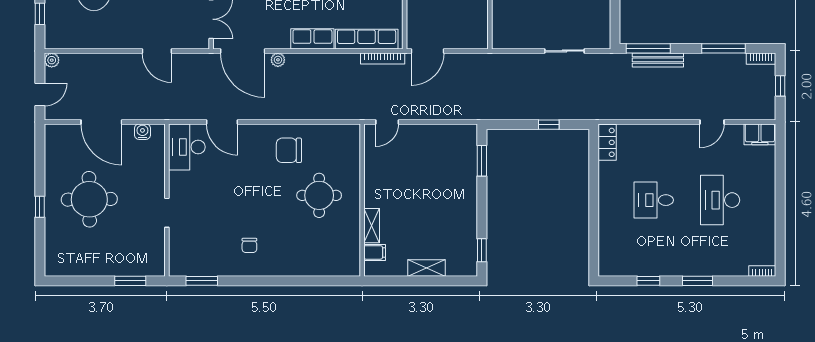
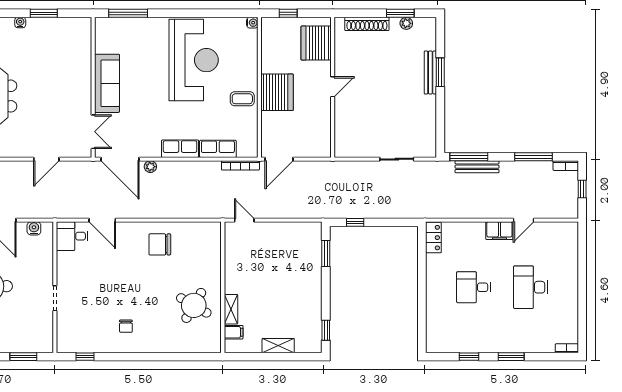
row of seats: (367, 39) -> (218, 149), width x0.68
door: (157, 51) -> (46, 159), hinge flipped
door: (387, 122) -> (244, 220), swing flipped
window: (549, 125) -> (355, 222), moved
filing cabinet: (760, 134) -> (499, 231), moved
desk: (187, 147) -> (72, 236), width x0.73
round table: (319, 195) -> (194, 305), moved, turned 30
window: (202, 281) -> (85, 357), width x0.67

